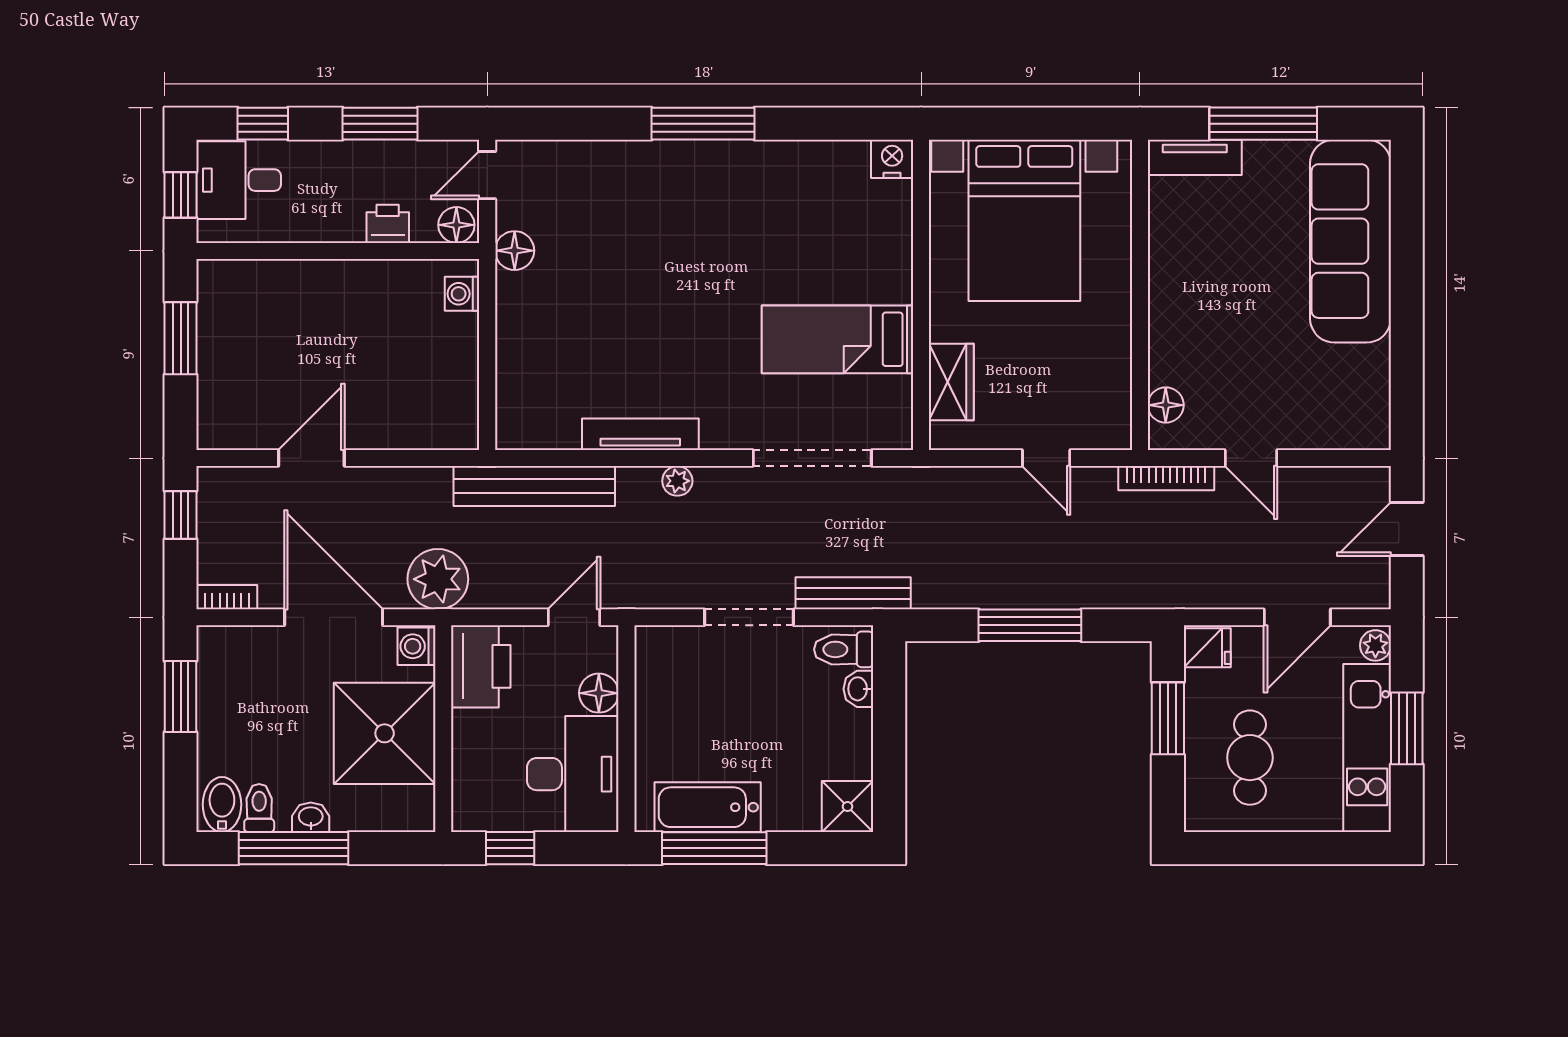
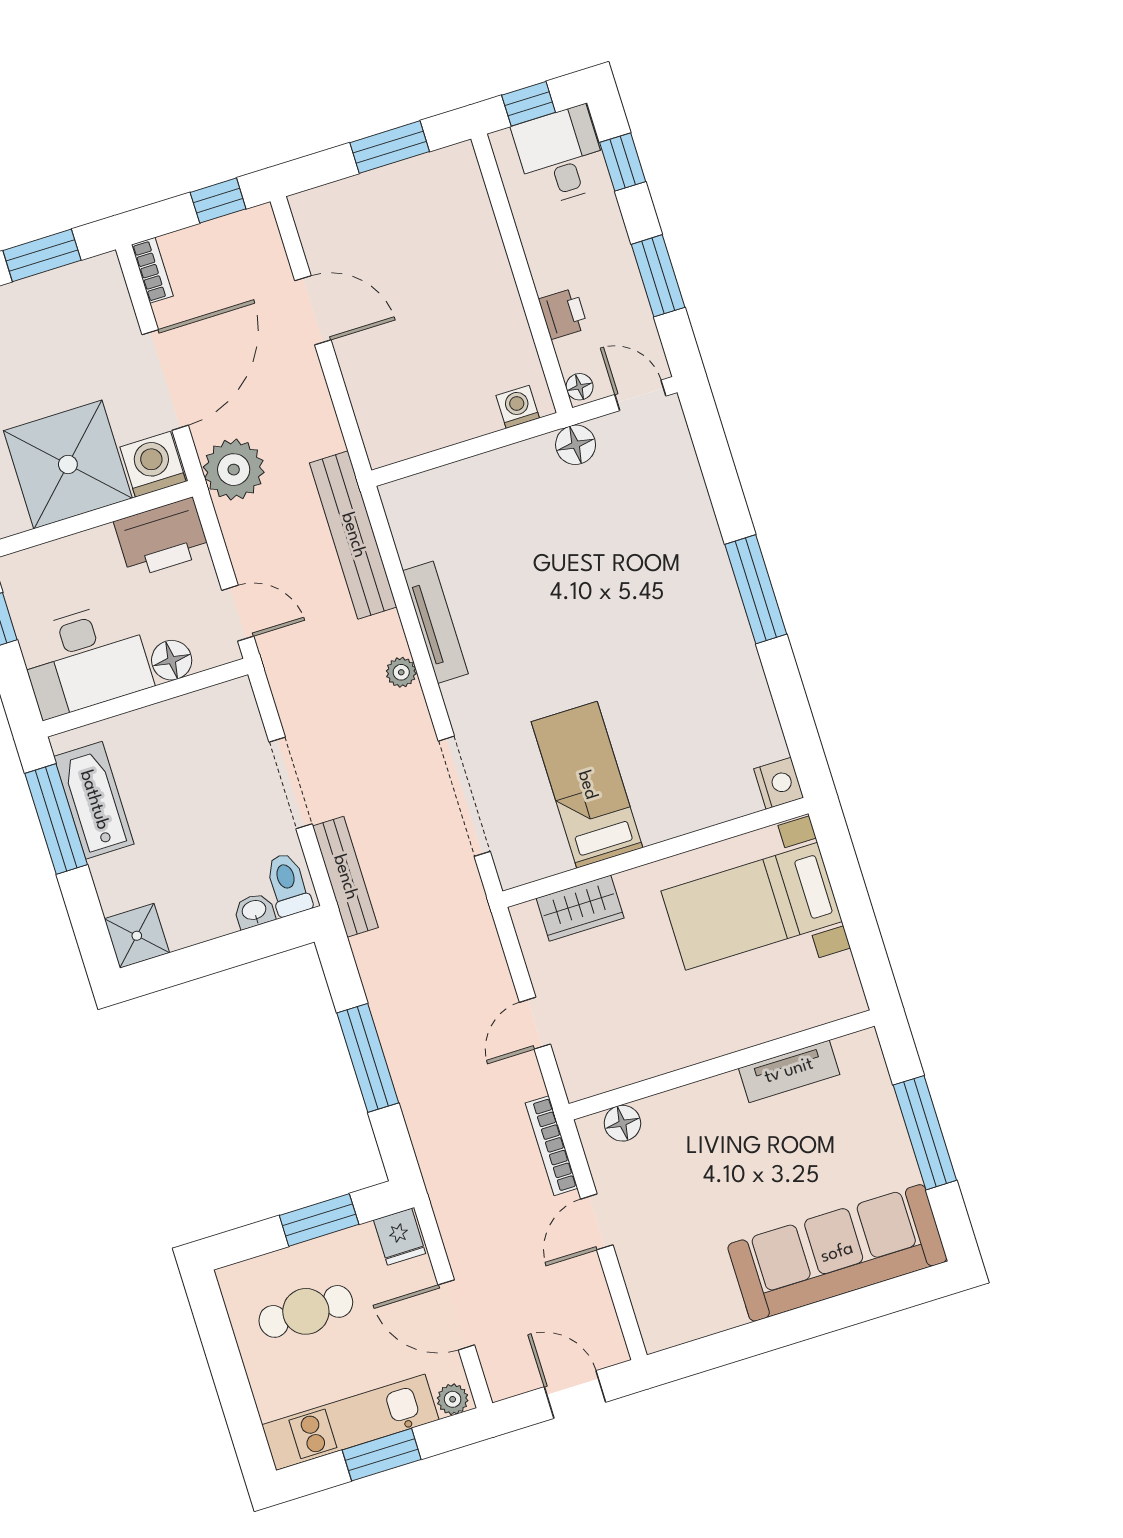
tv unit: (1195, 157) -> (789, 1071), moved, turned -90
bed with nightstands: (1024, 220) -> (752, 906), width x0.73
floor lamp: (456, 225) -> (580, 387), width x0.73, depth x0.73
washing machine: (416, 646) -> (153, 464), width x1.38, depth x1.38

